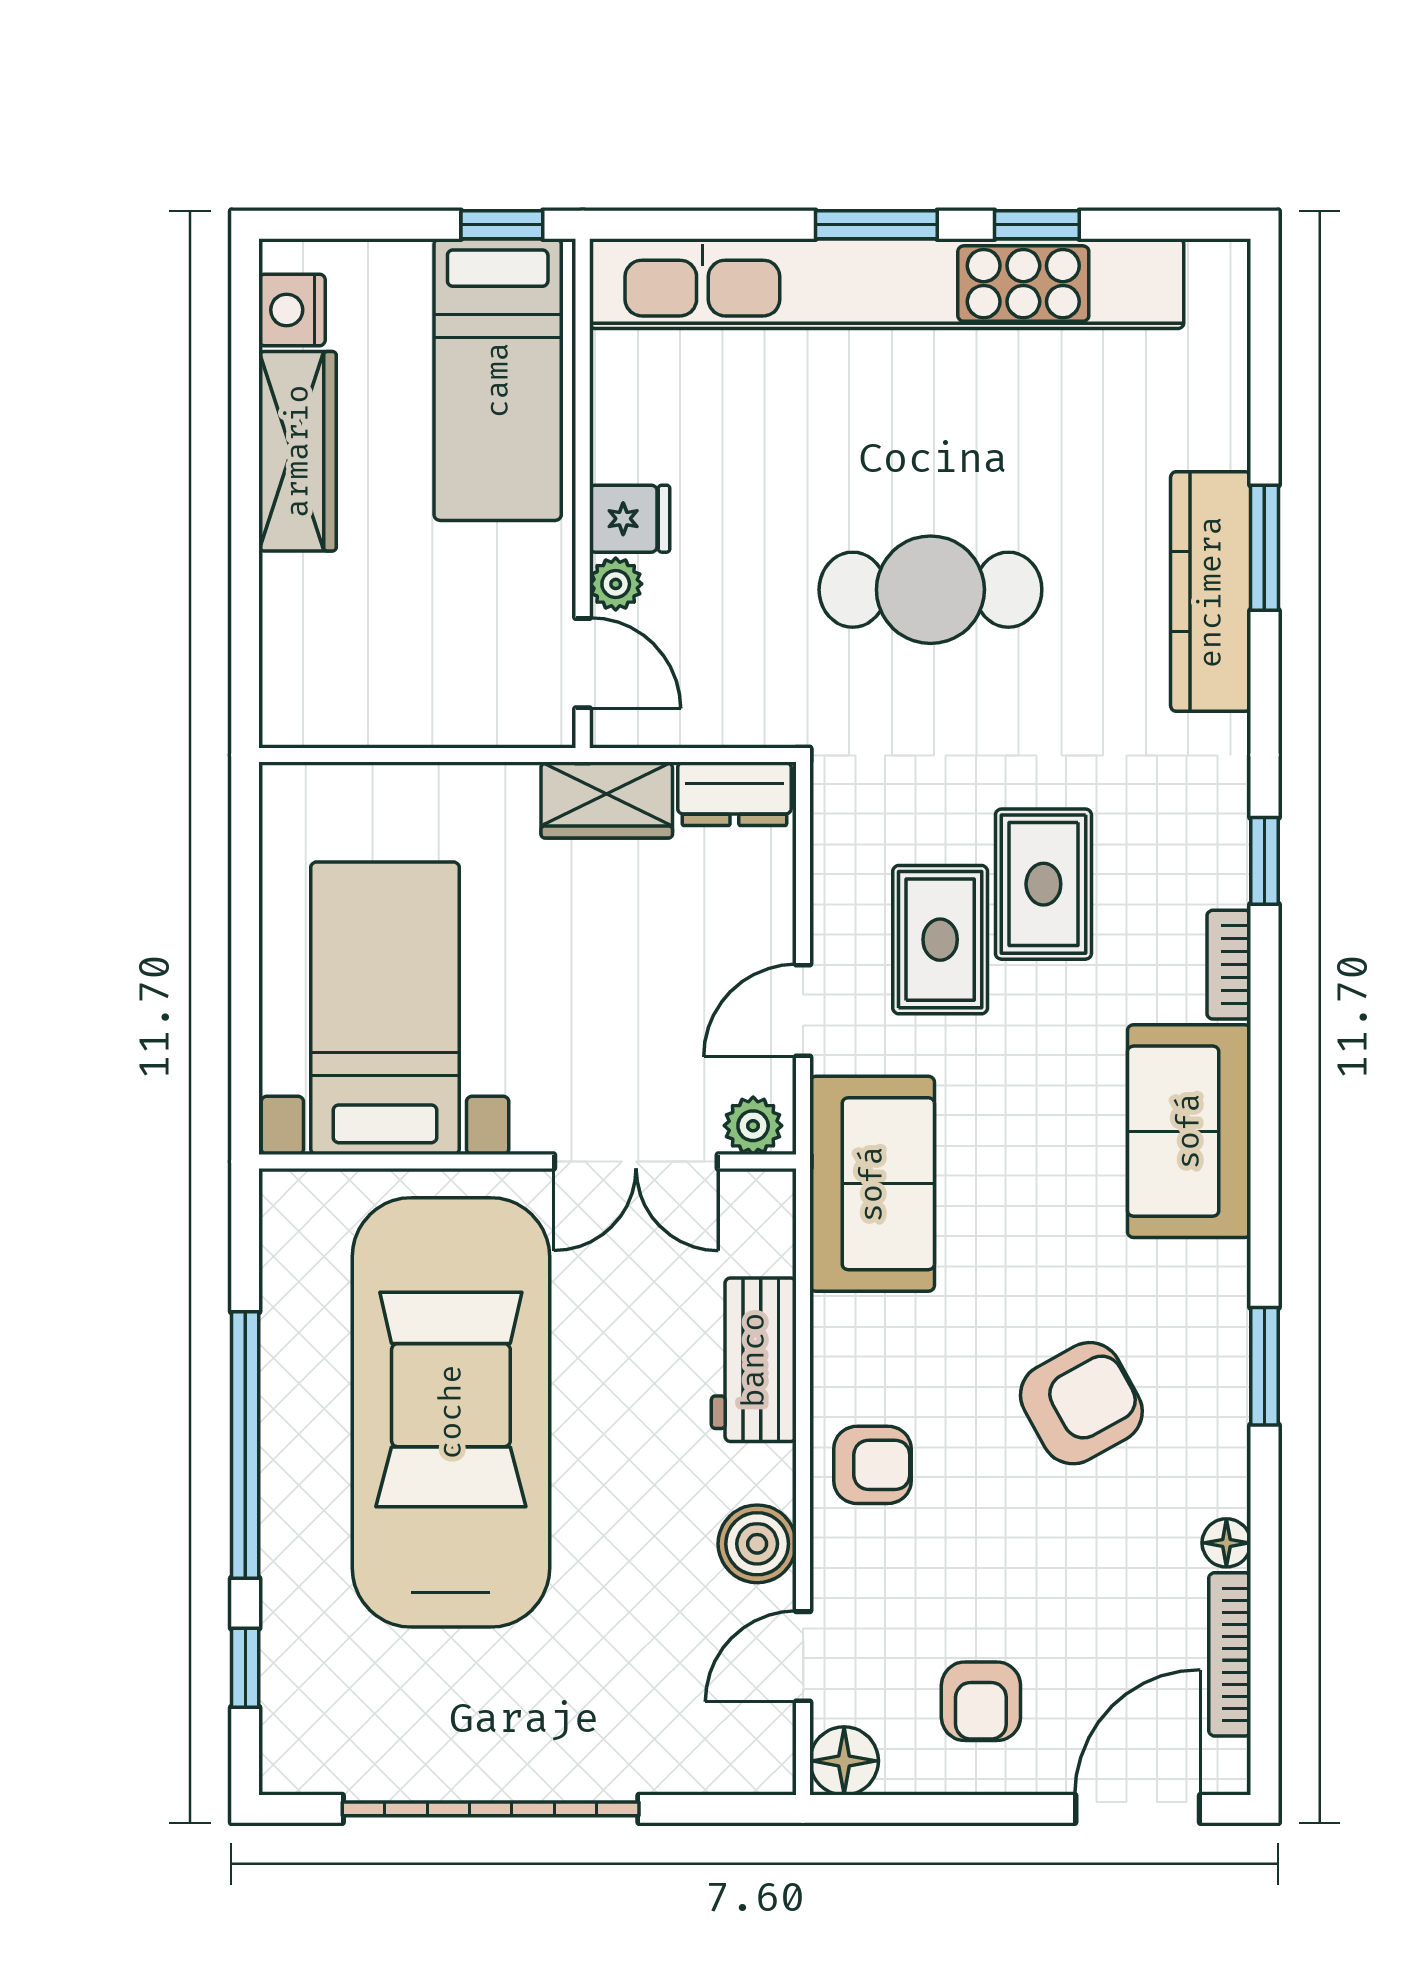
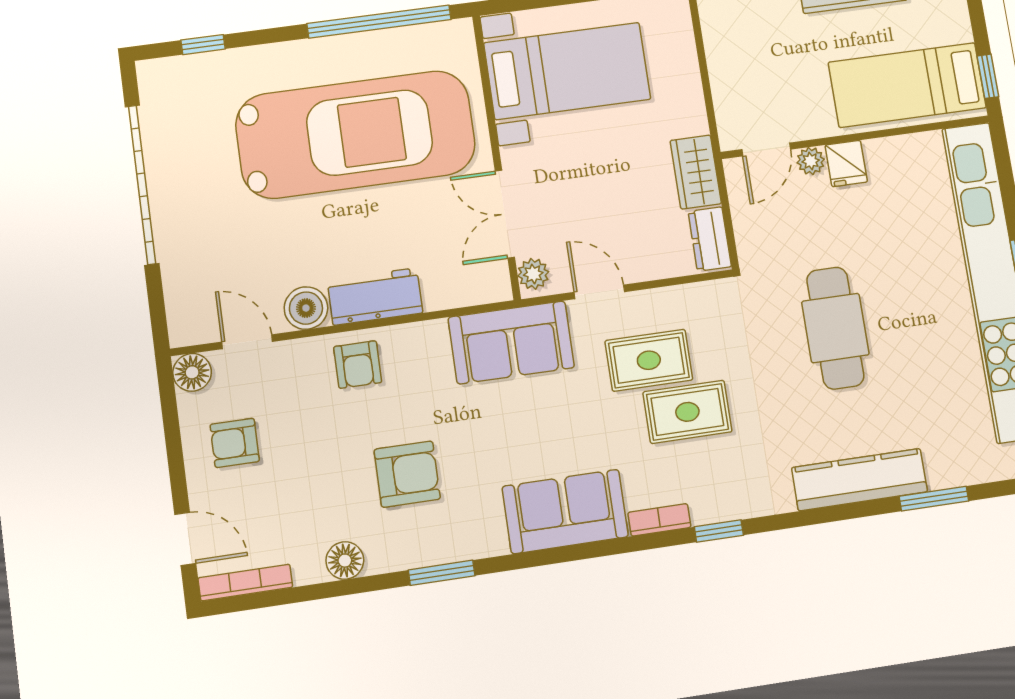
window: (1264, 548) -> (934, 499), moved
workbench: (754, 1360) -> (375, 297), moved
armchair: (1081, 1403) -> (407, 474), turned -61
window: (245, 1445) -> (379, 22), moved
floor lamp: (1226, 1543) -> (345, 561), width x1.37, depth x1.37
bookcase: (1230, 1654) -> (245, 583), moved
door: (1138, 1809) -> (185, 539), width x0.73

